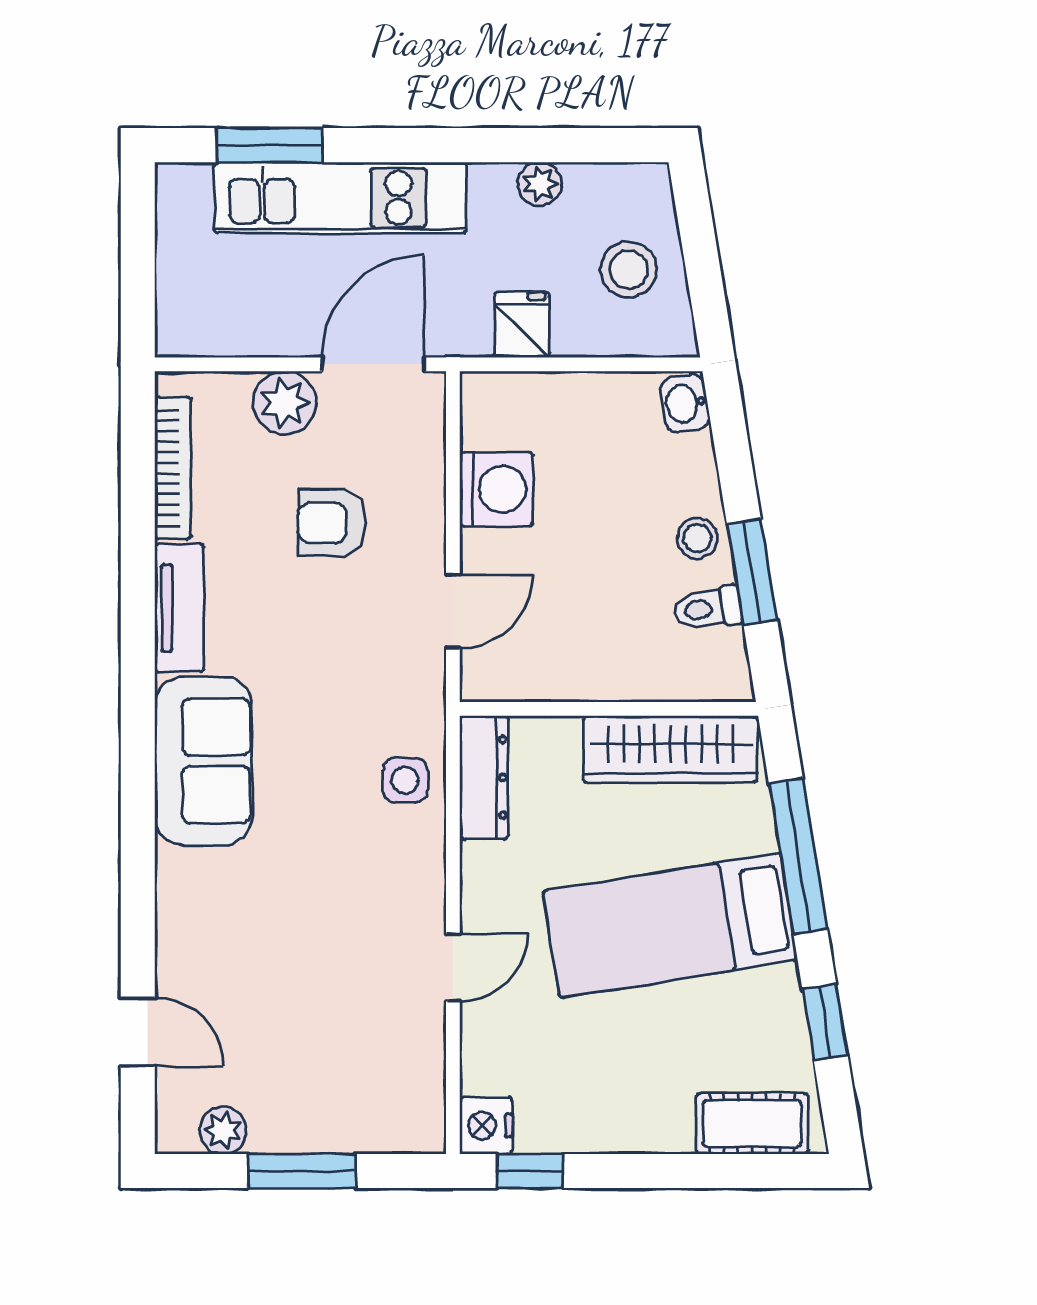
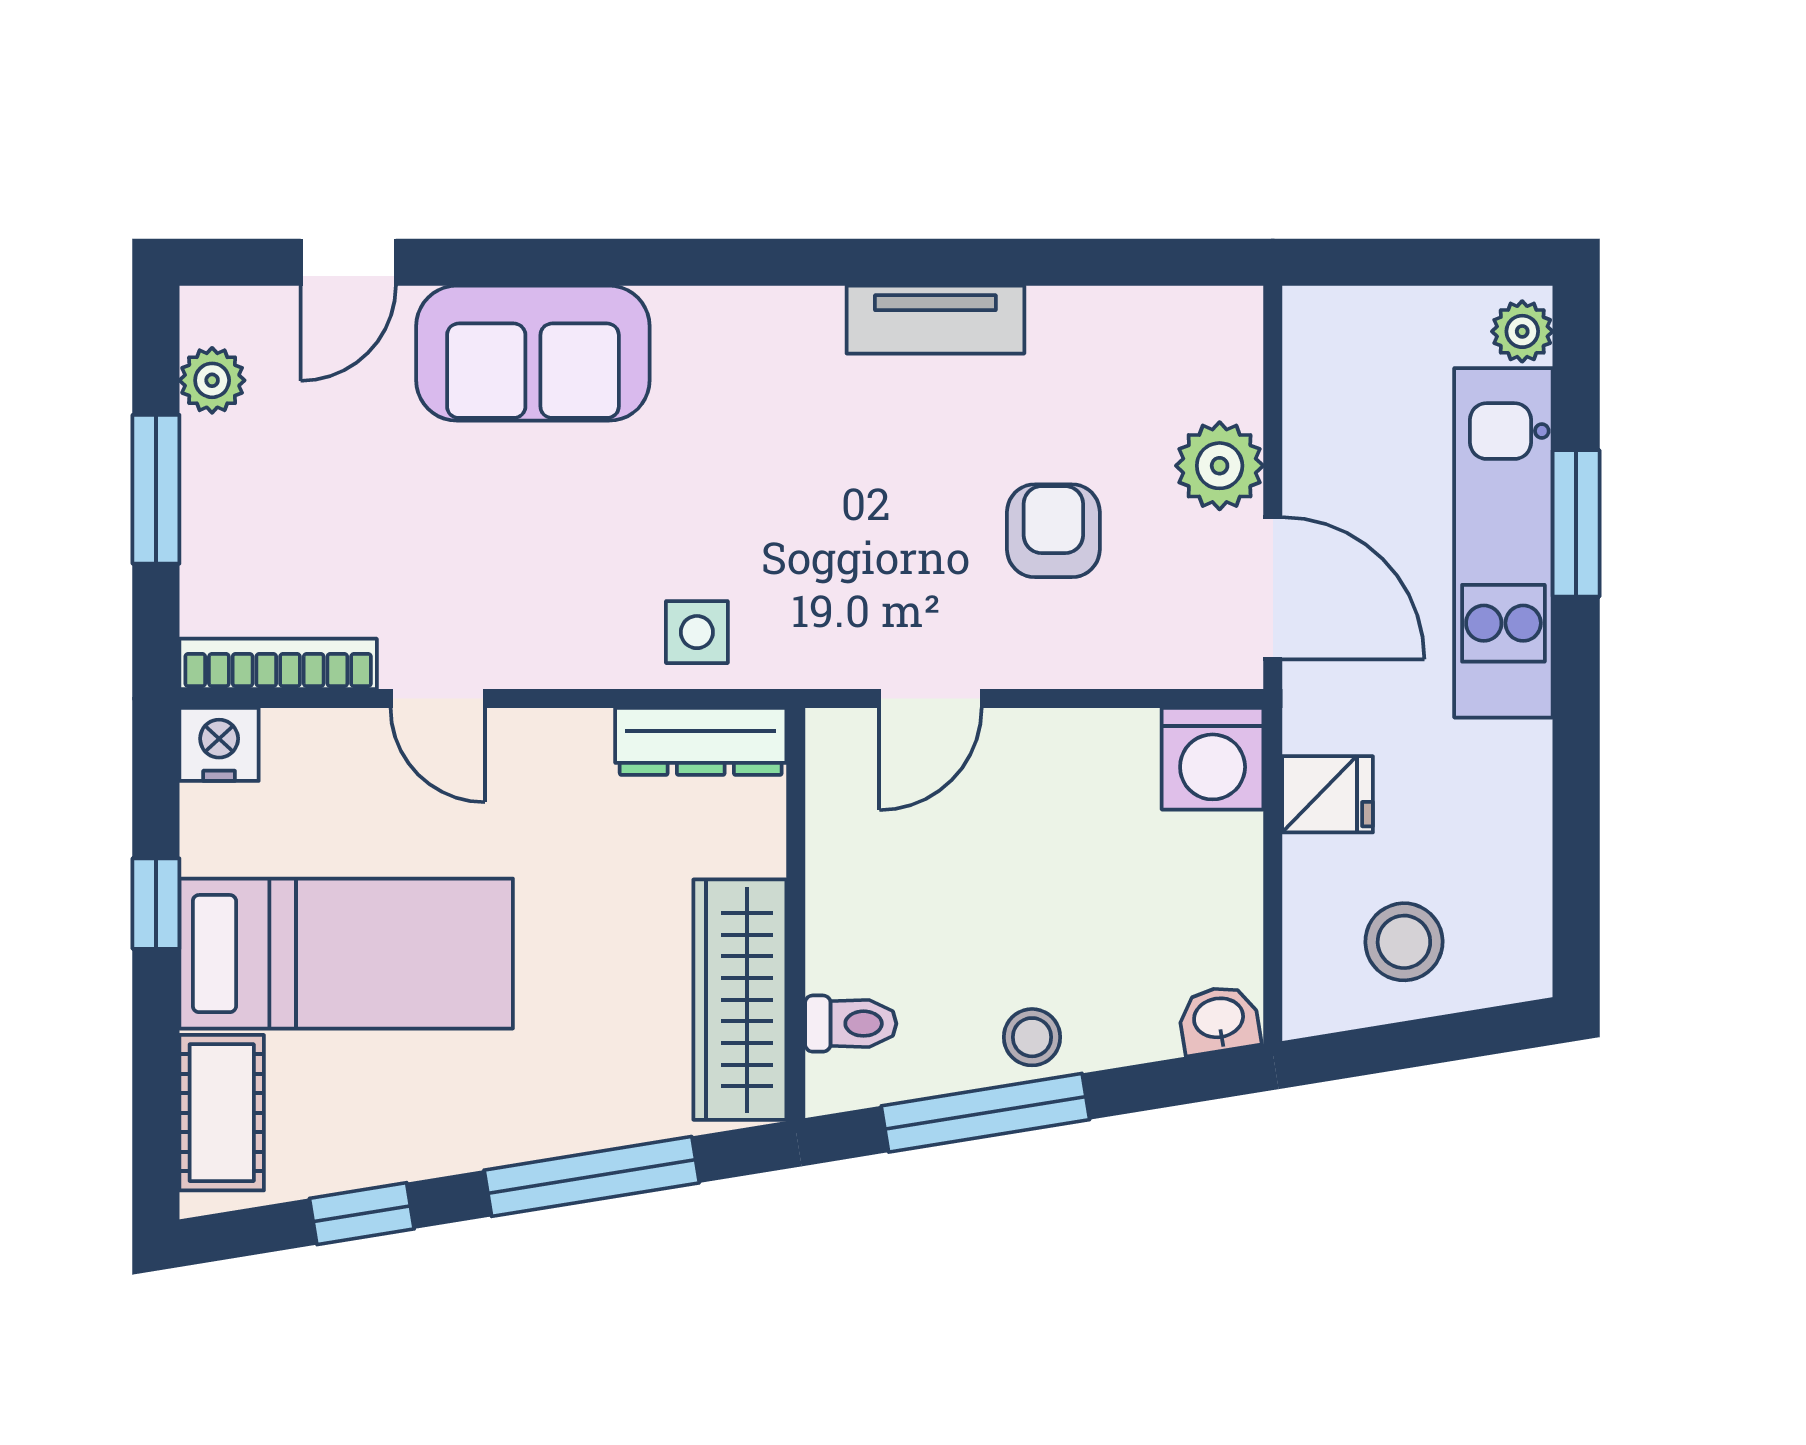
window: (270, 145) -> (1576, 523), moved
plant: (540, 184) -> (1522, 331), moved
bookcase: (173, 468) -> (278, 664), moved, turned 180
washing machine: (496, 489) -> (1213, 759), moved
window: (752, 572) -> (985, 1113), width x1.44
toilet: (707, 609) -> (851, 1024), moved, turned 99
door: (453, 612) -> (930, 699), hinge flipped
sofa: (203, 761) -> (533, 353), moved
bed: (670, 925) -> (346, 954), moved, turned 99
window: (530, 1171) -> (156, 904), moved

